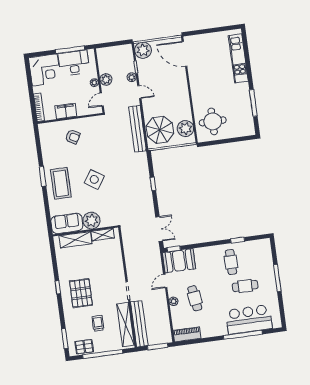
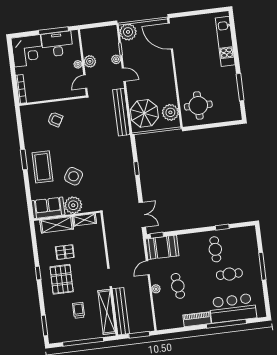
filing cabinet: (66, 111) -> (48, 93), removed
side table: (94, 179) -> (74, 176), moved
piano: (187, 334) -> (197, 319), moved
pallet: (84, 347) -> (65, 252), moved

